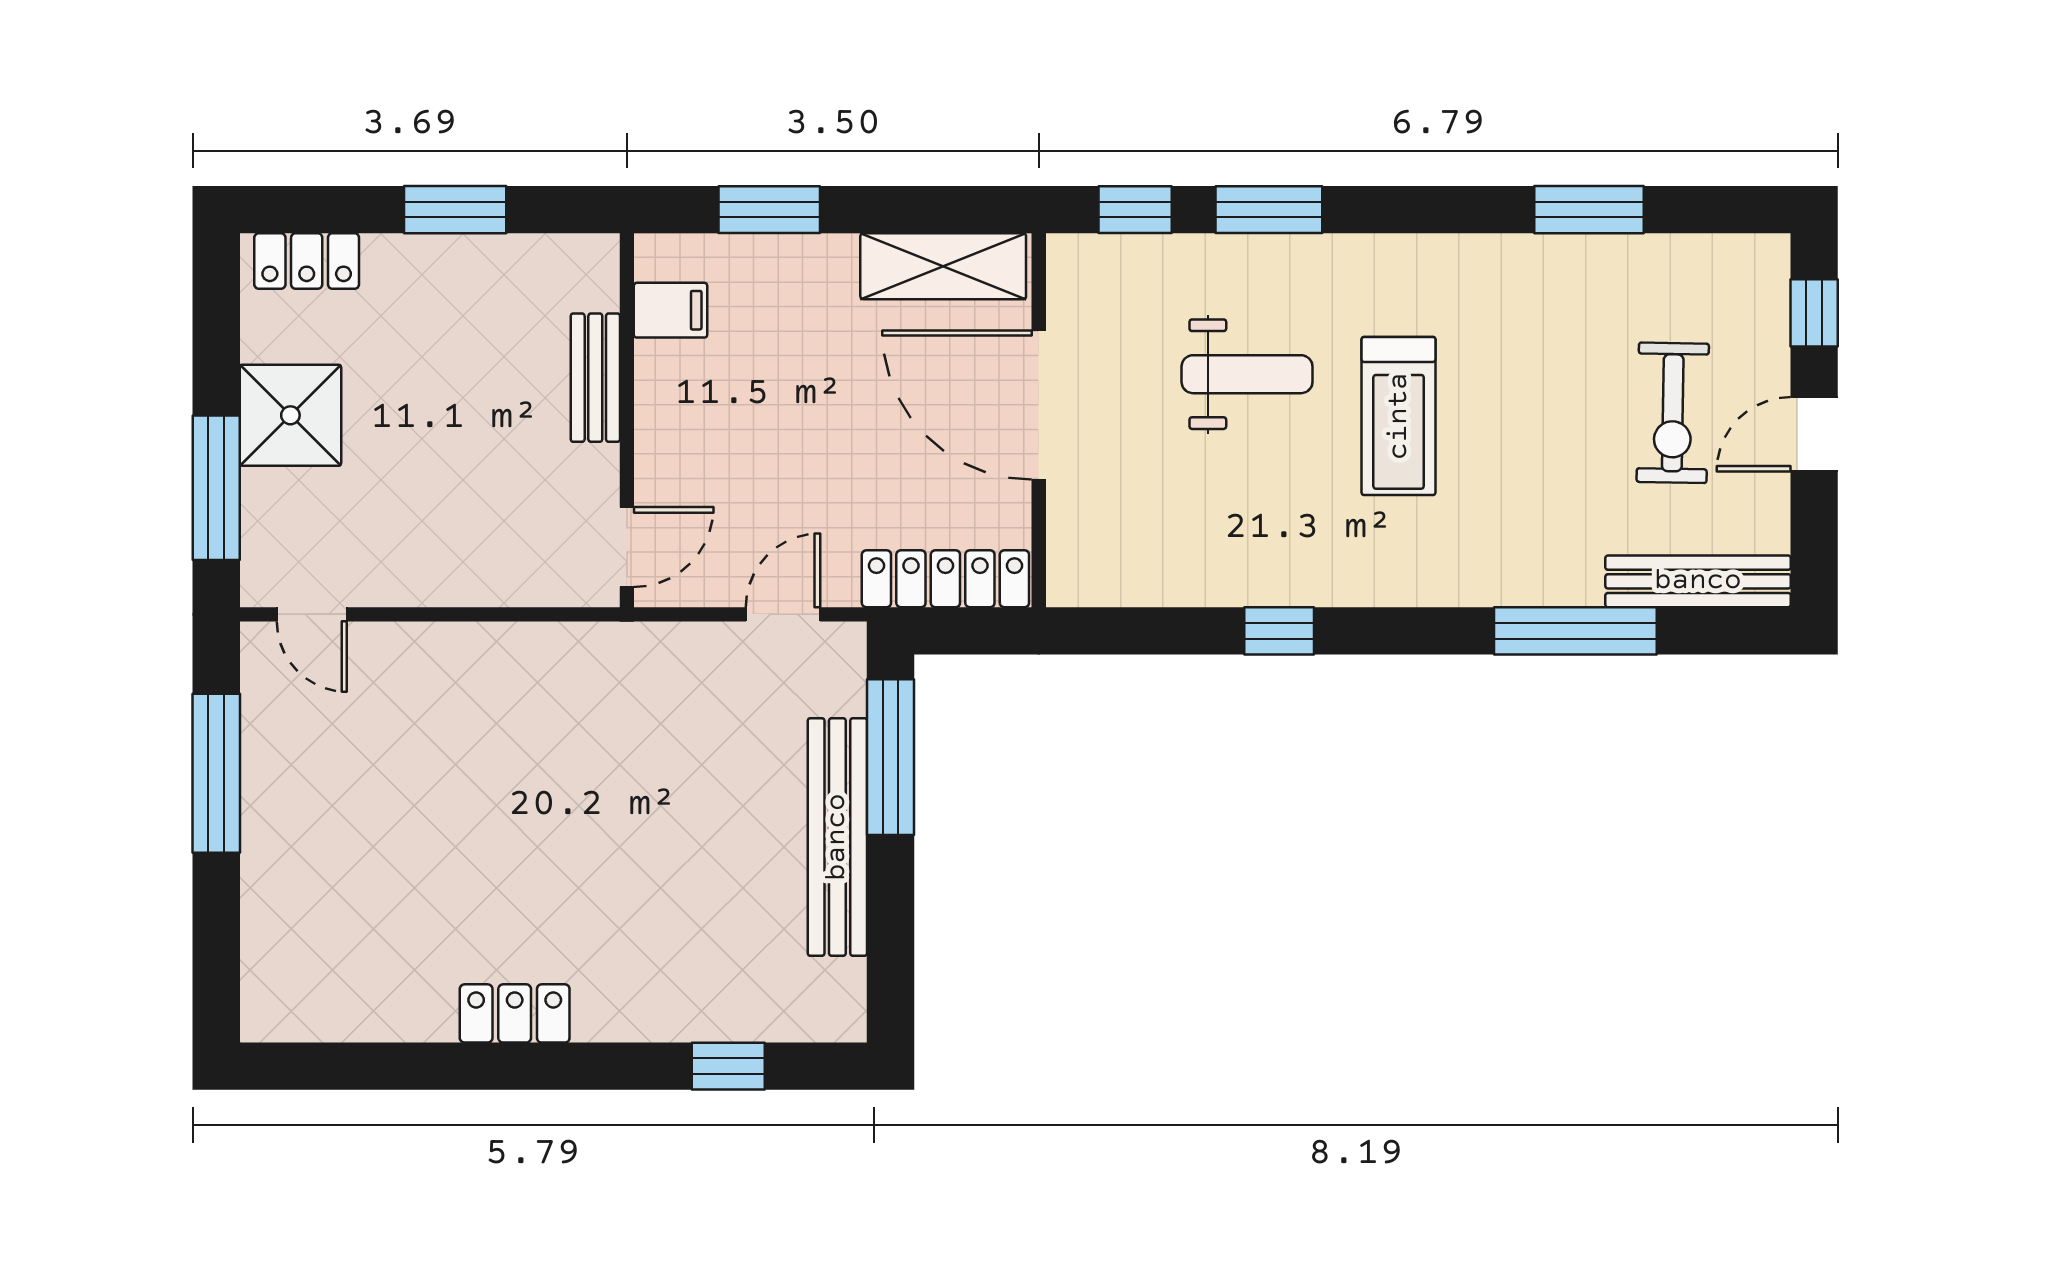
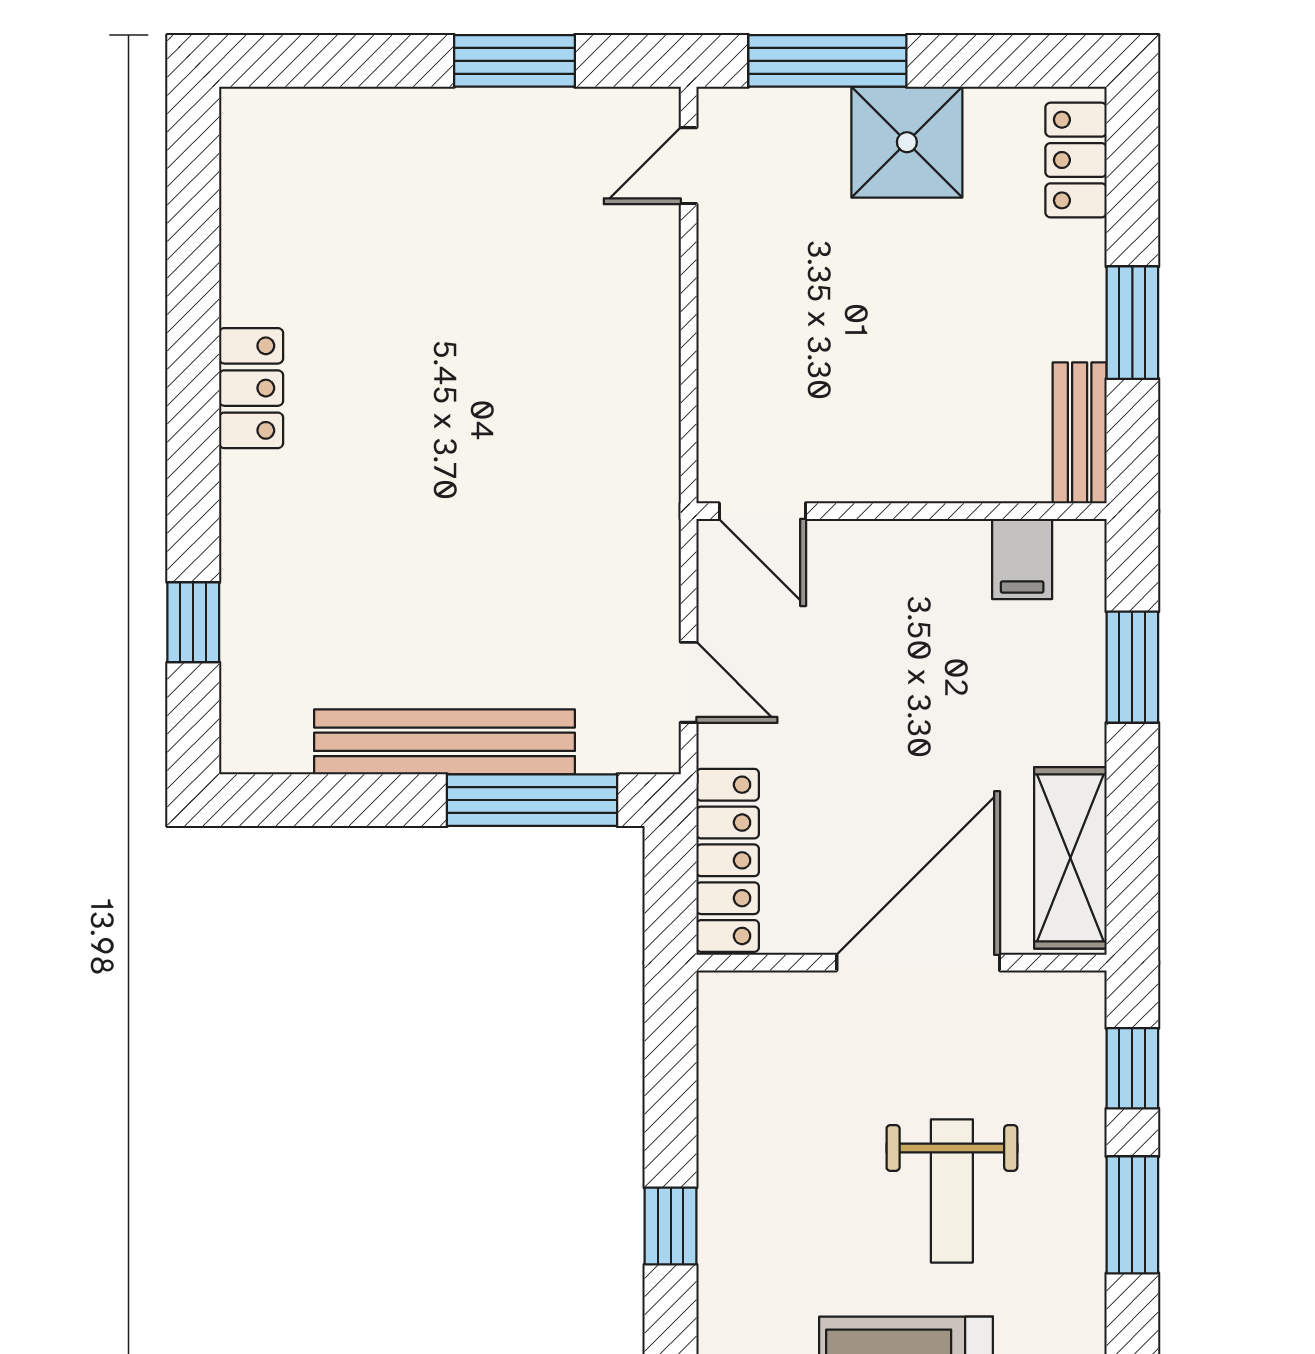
bench: (595, 378) -> (1080, 433), moved, turned 90
window: (216, 773) -> (514, 61), width x0.69

